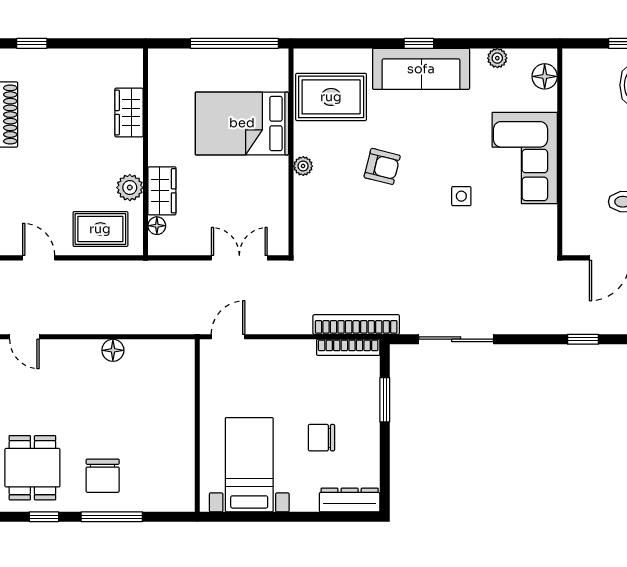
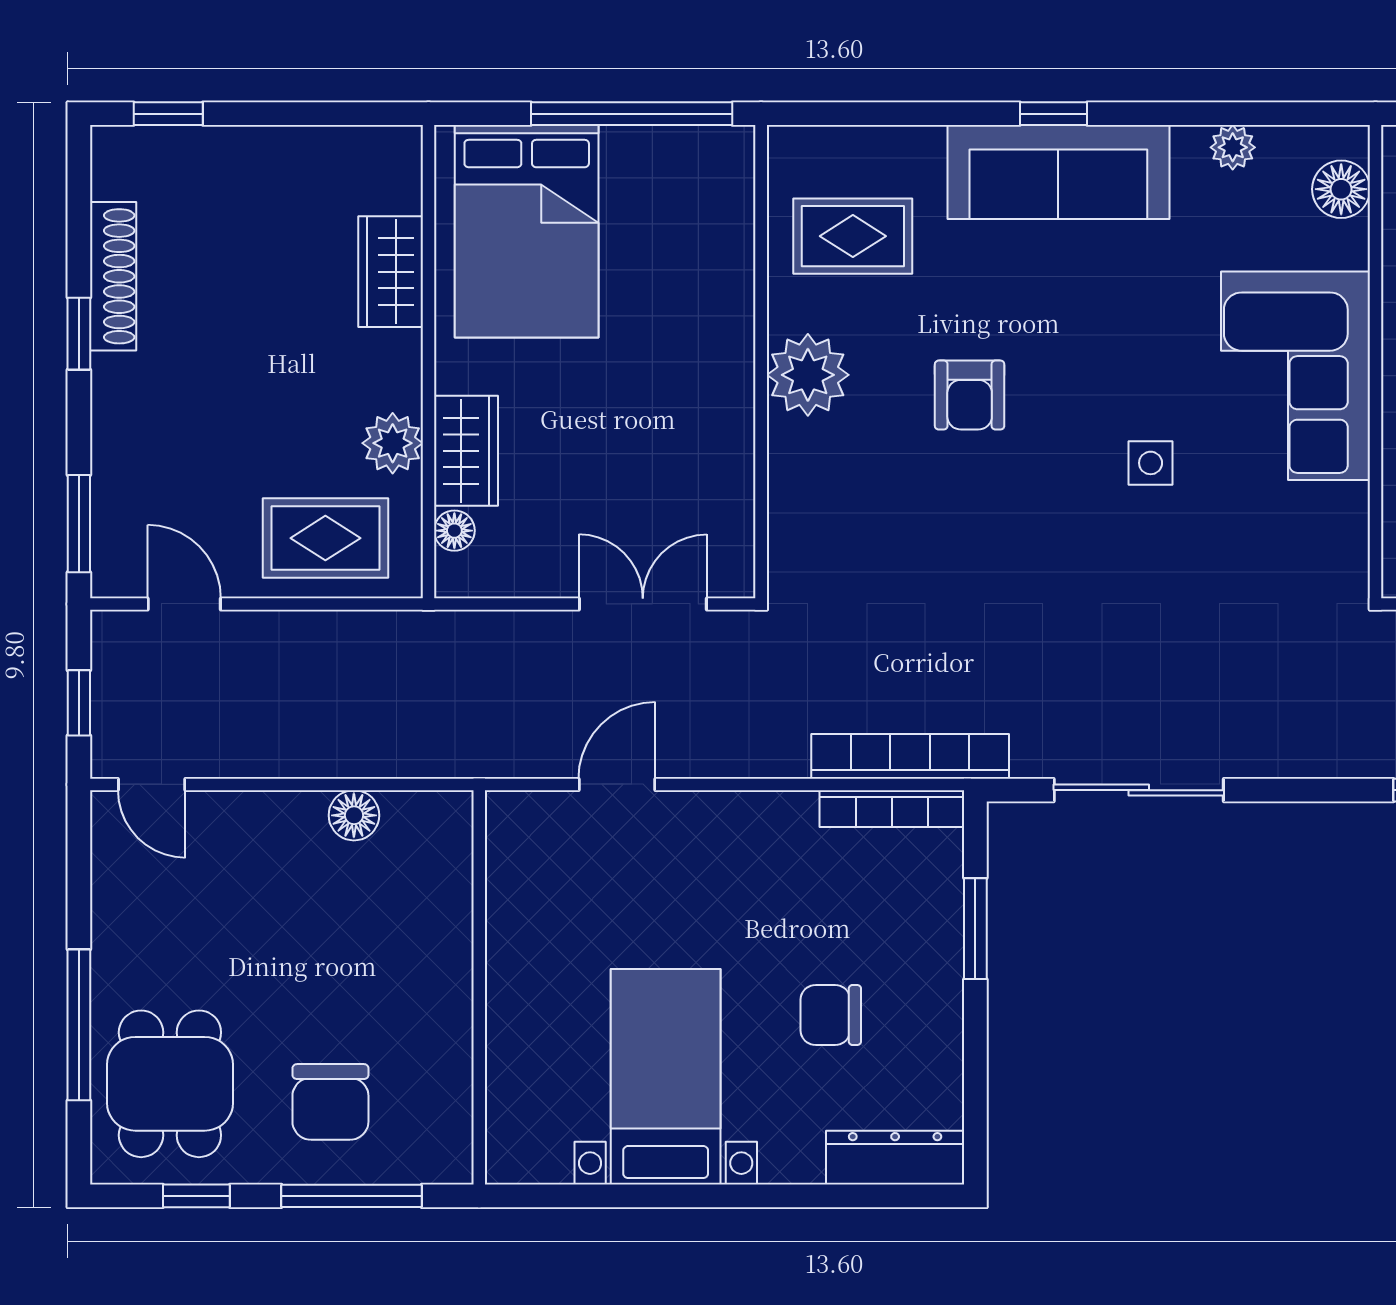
rug: (331, 97) -> (853, 236), width x0.73, depth x0.70
bed: (242, 123) -> (527, 231), moved, turned -90
plant: (303, 166) -> (808, 375), width x1.88, depth x1.88
armchair: (382, 166) -> (970, 395), turned 76
wall: (197, 426) -> (479, 987), moved

